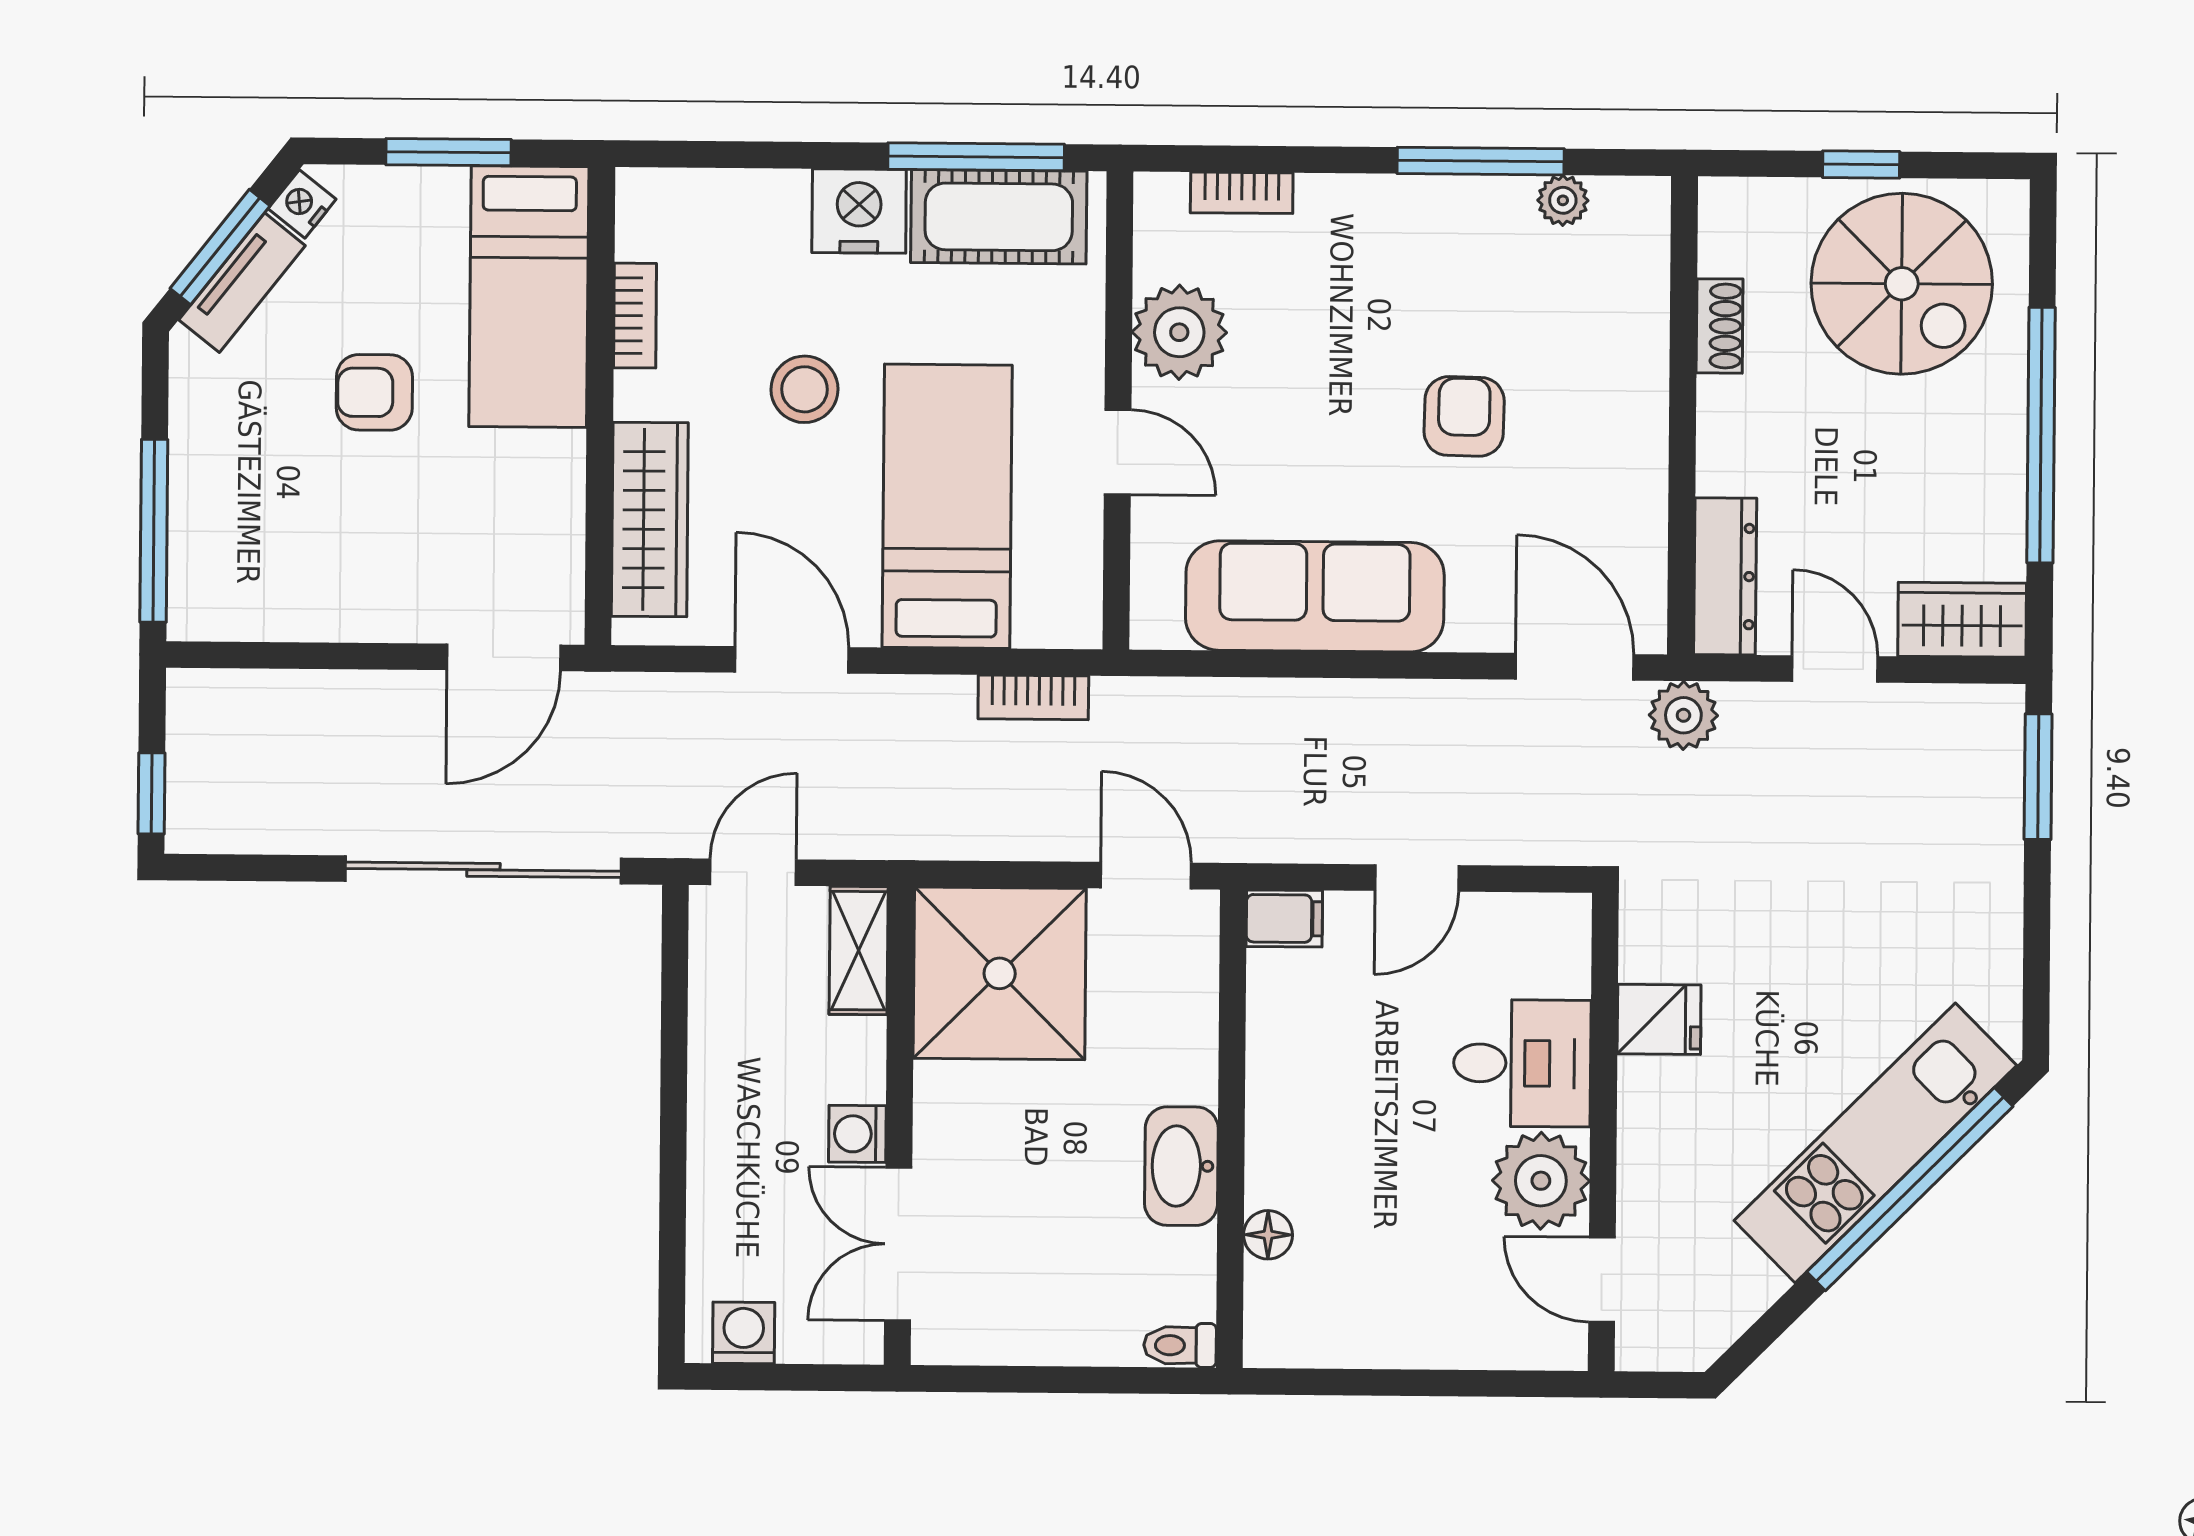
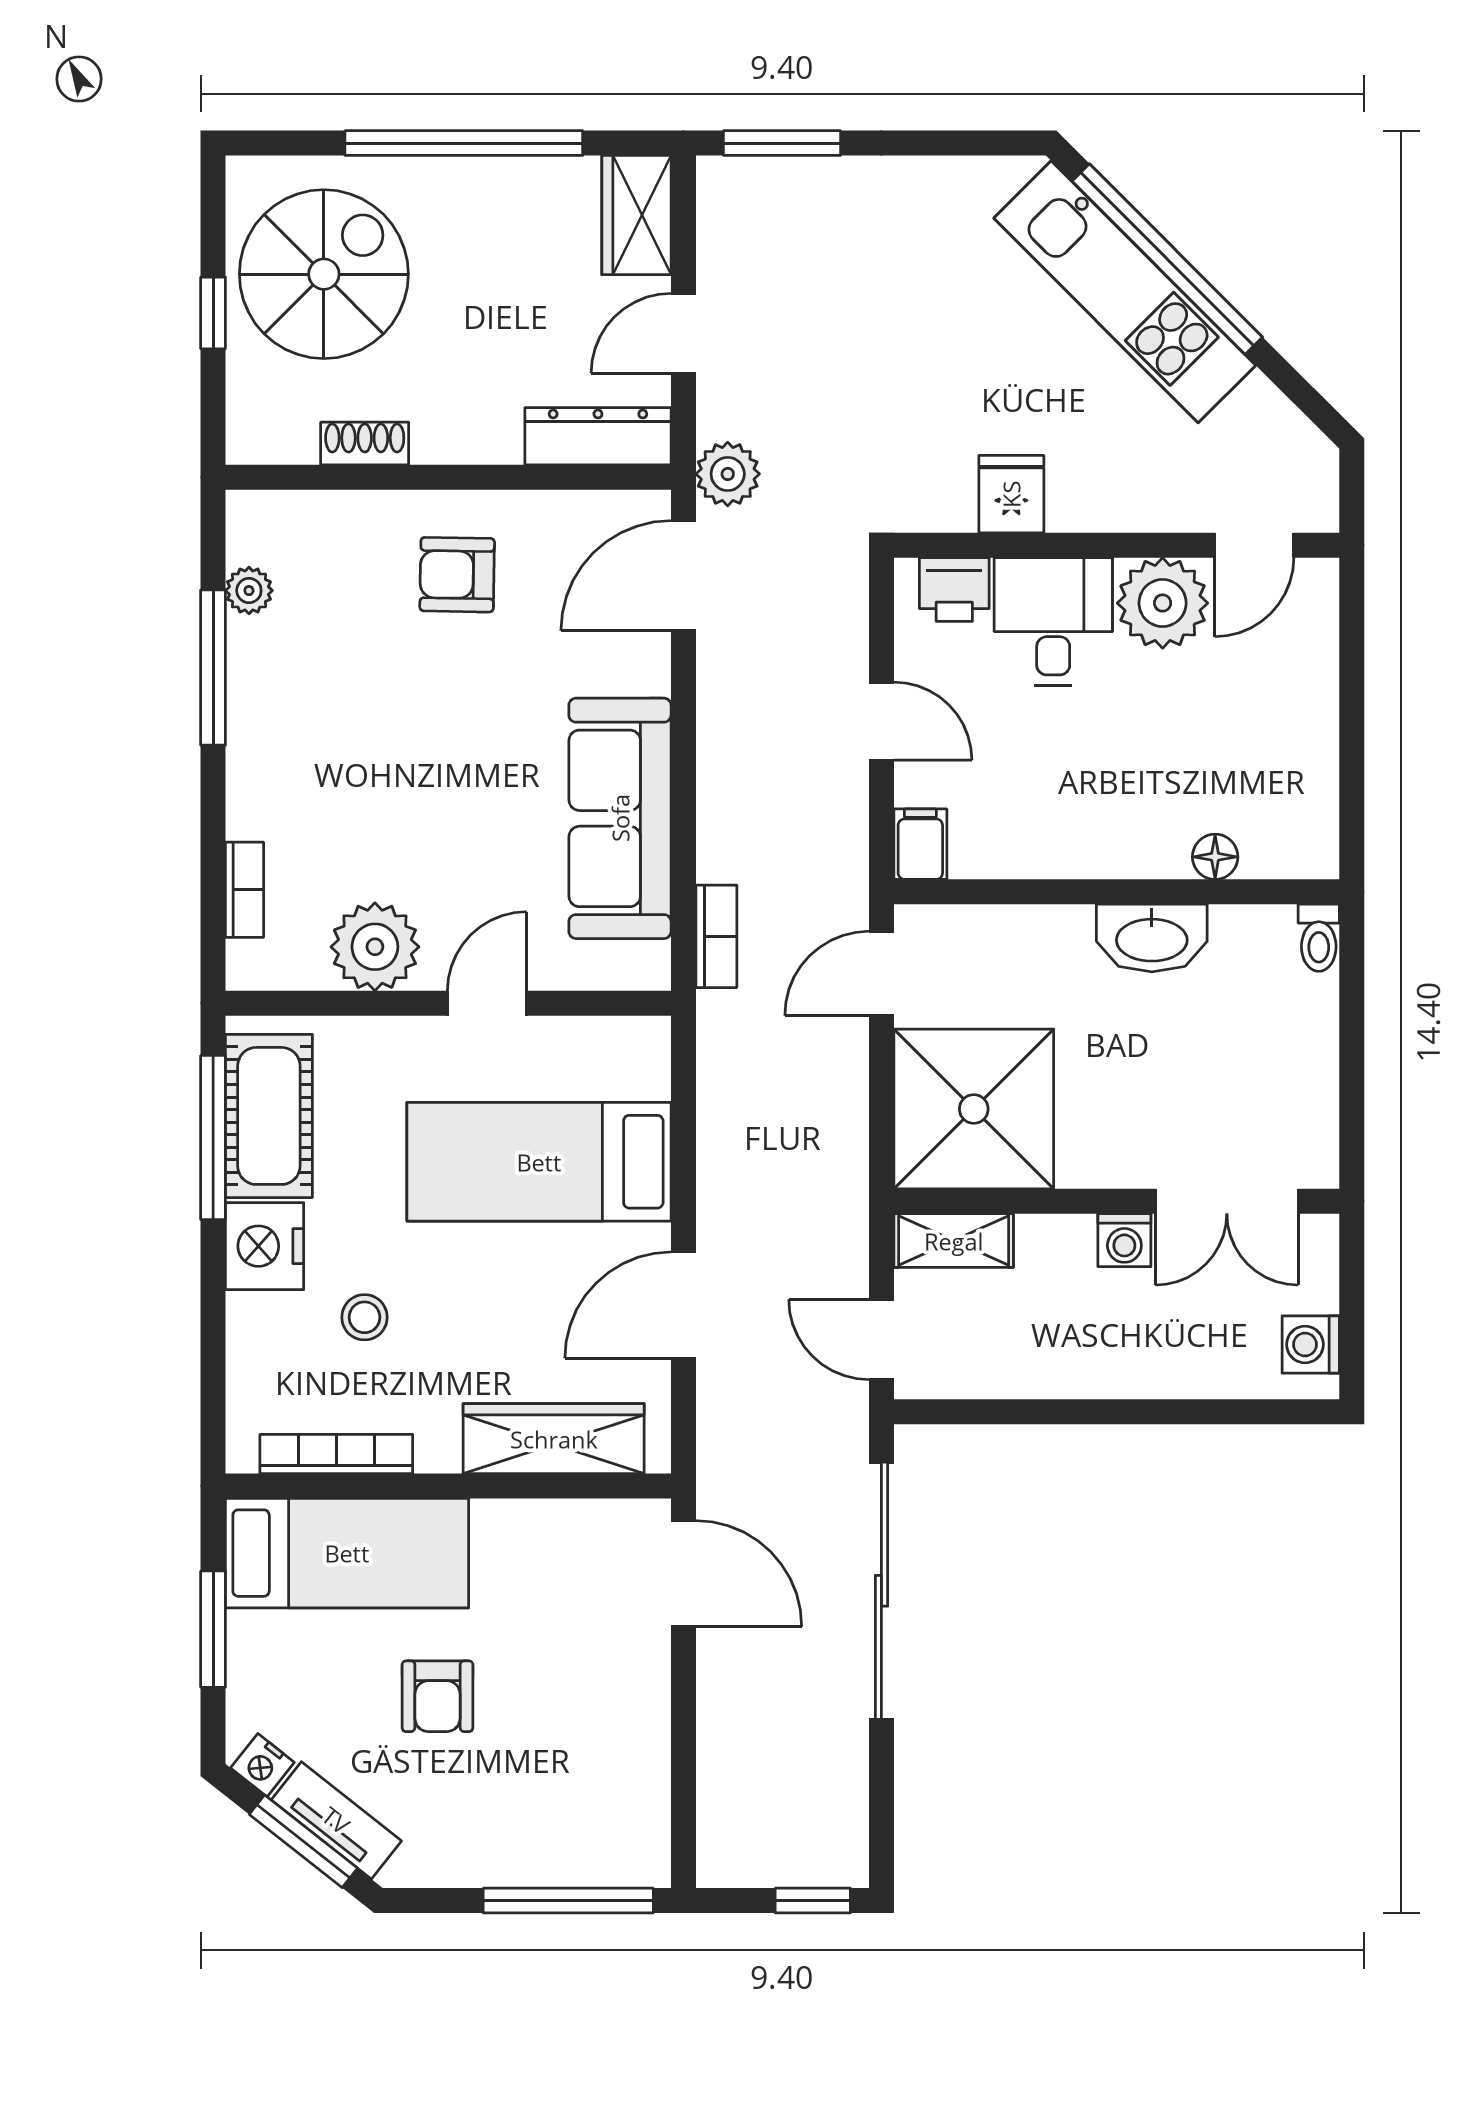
bookcase: (635, 316) -> (336, 1454), width x1.56
stool: (805, 389) -> (364, 1317), moved, width x0.73, depth x0.73
armchair: (1464, 416) -> (457, 575), moved
bookcase: (1033, 697) -> (716, 936), moved
printer: (1557, 957) -> (954, 589), added

